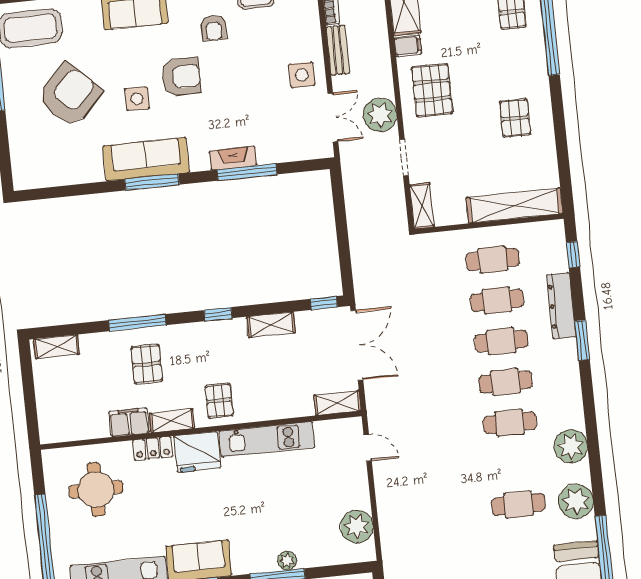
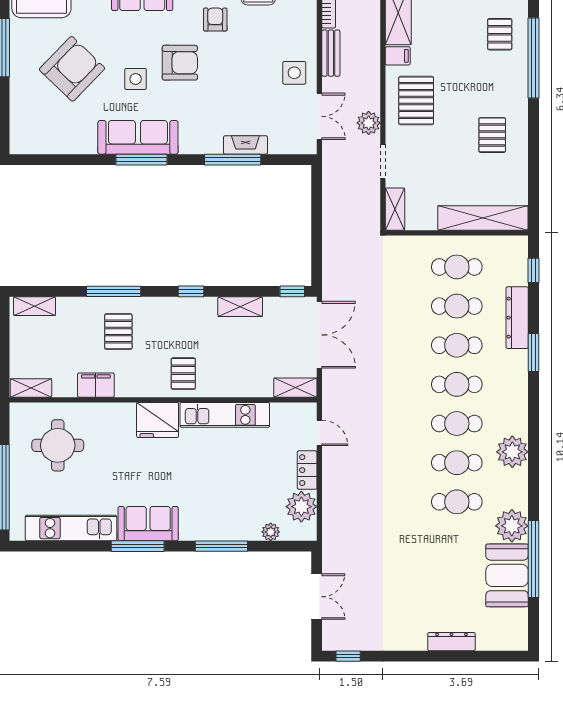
armchair: (214, 28) -> (215, 20), turned 180
plant: (380, 115) -> (369, 123), width x0.73, depth x0.73
fireplace: (233, 158) -> (245, 145), moved
shelving: (172, 421) -> (31, 388), moved
locker: (153, 448) -> (307, 470), moved, turned 90
cafe table: (514, 464) -> (457, 463), added
plant: (576, 501) -> (512, 526), moved
plant: (287, 561) -> (271, 532), moved

